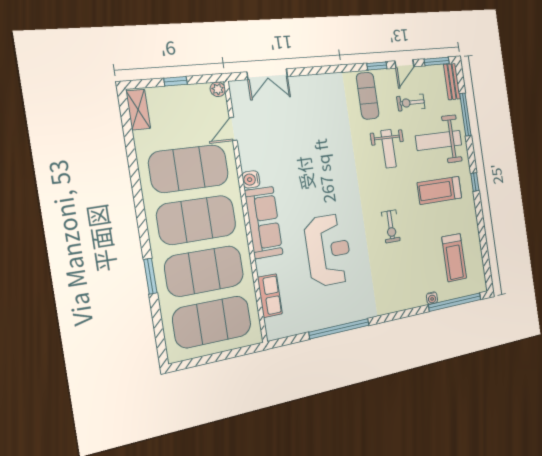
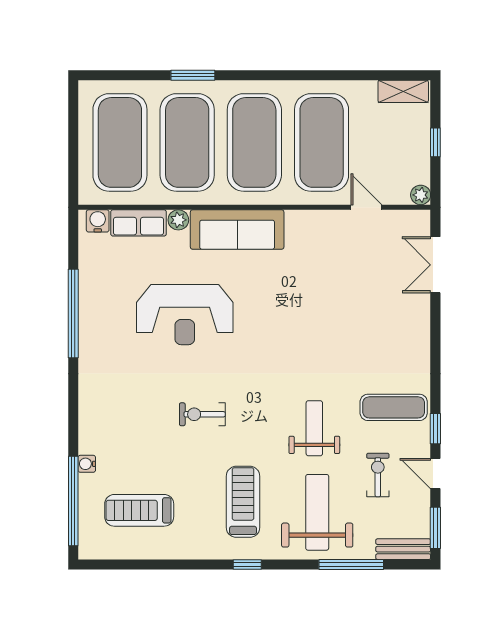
weight bench: (389, 149) -> (314, 428), turned 90
water cooler: (251, 179) -> (98, 221), moved
plant: (263, 267) -> (178, 220), added

